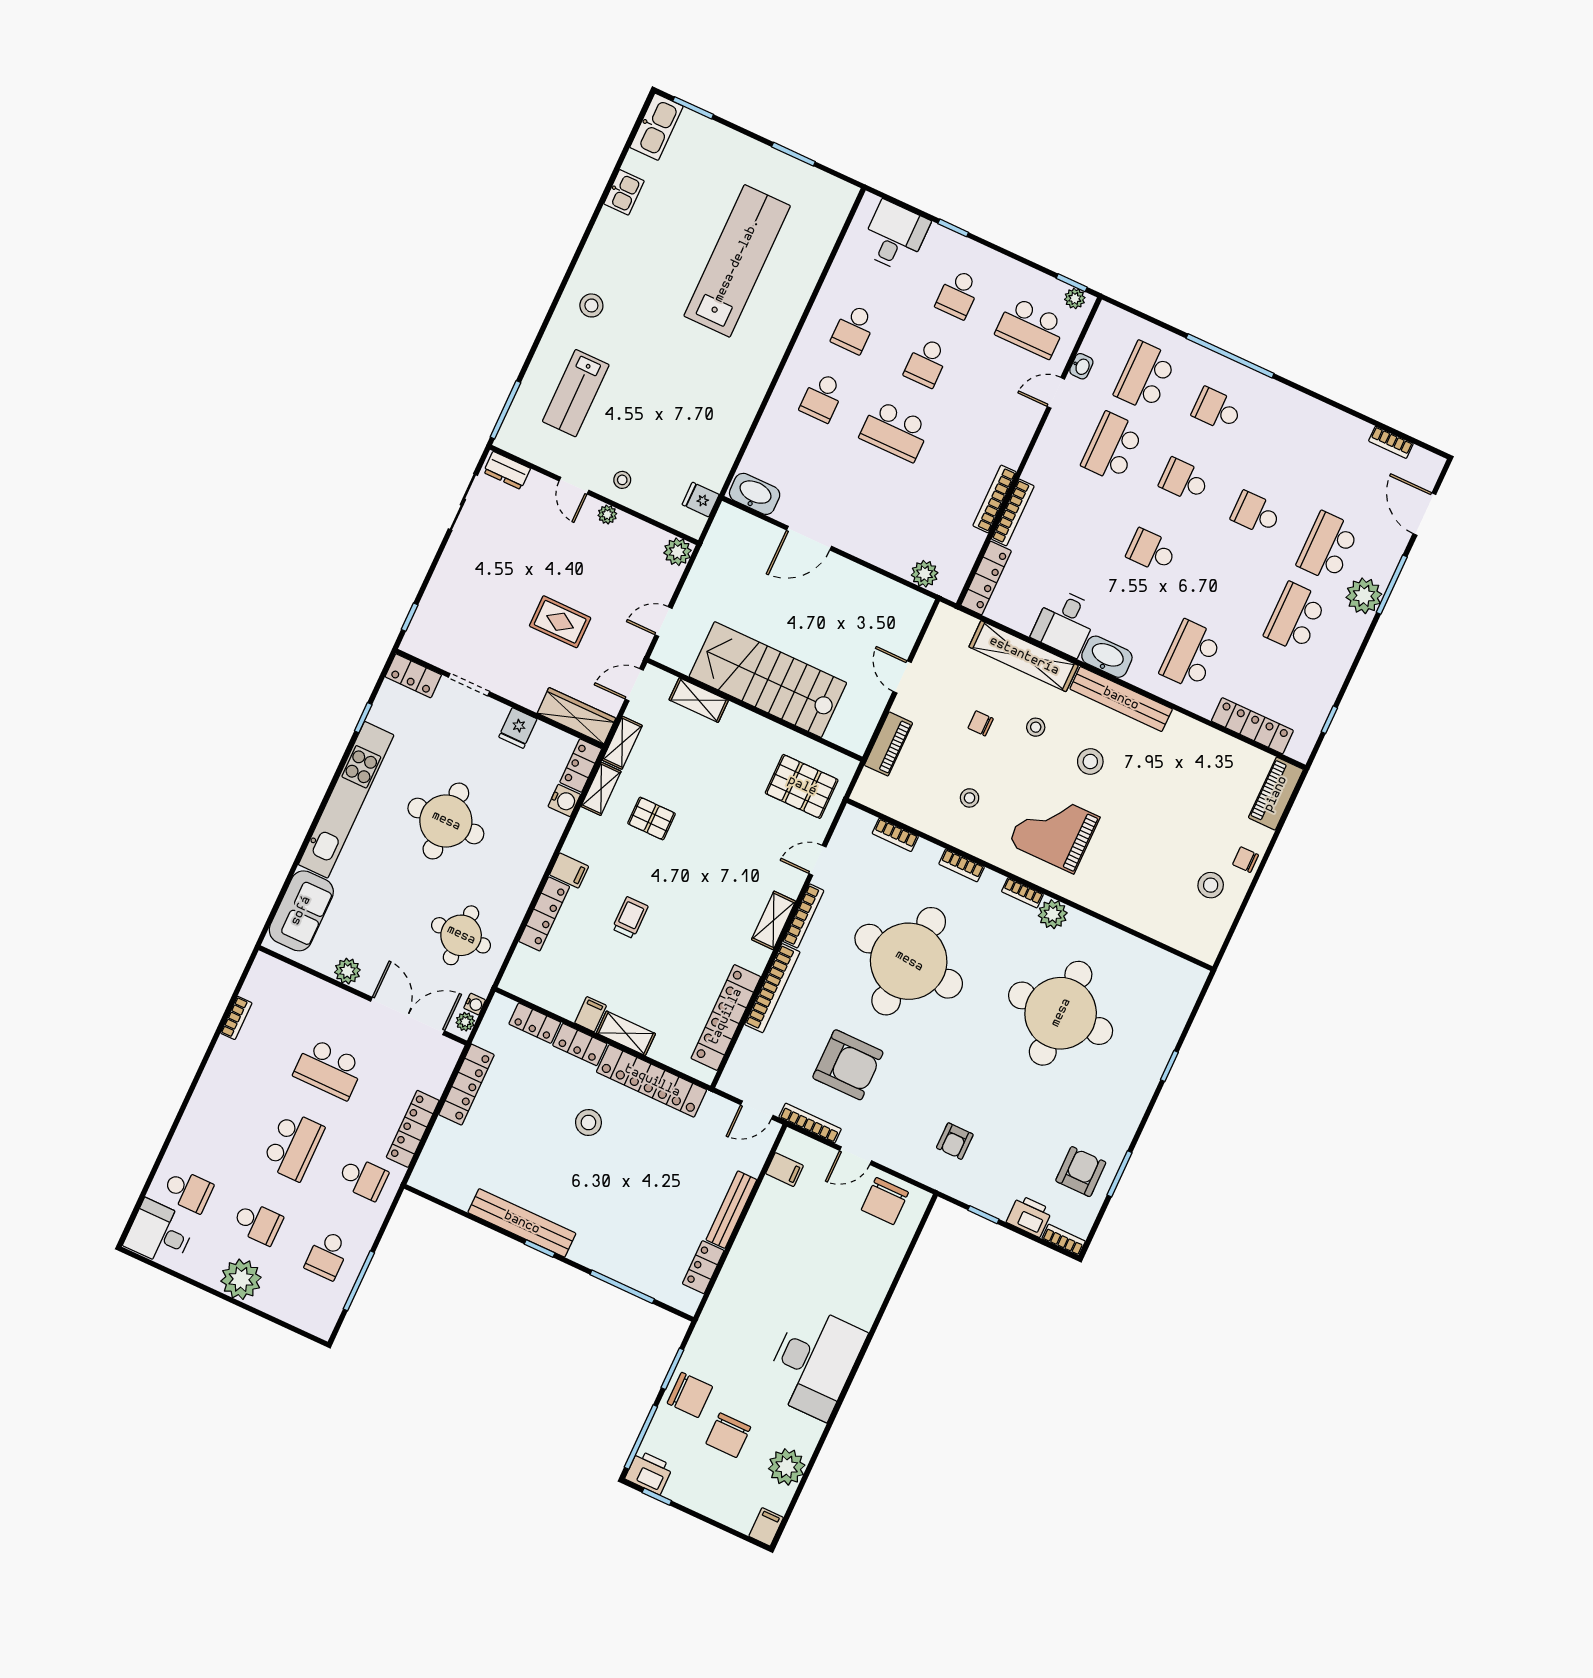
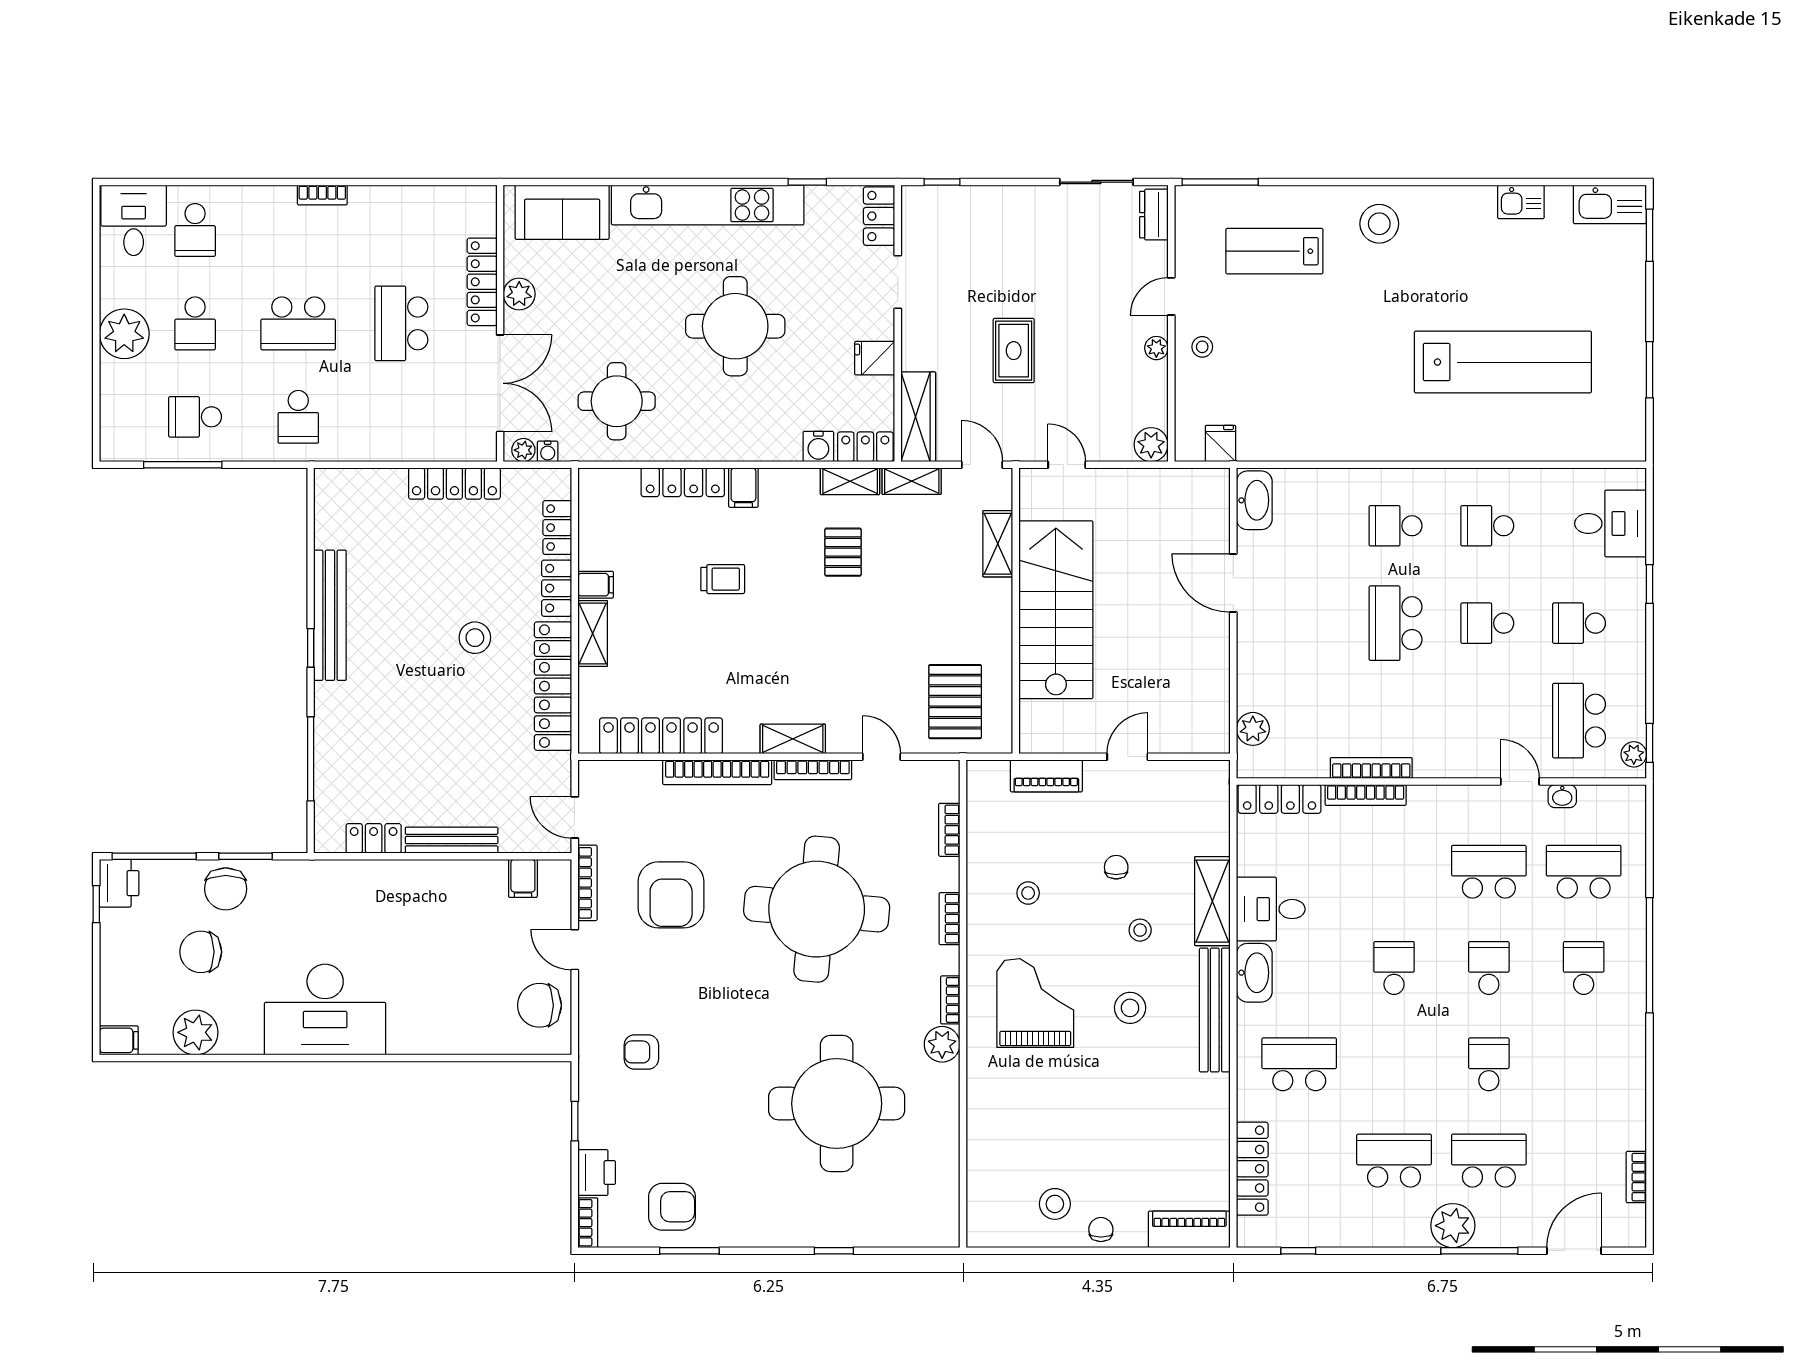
stool: (591, 305) -> (1379, 224), width x1.38, depth x1.38
shelving: (1024, 656) -> (1212, 901), width x0.68
bookcase: (236, 1018) -> (322, 195), moved
locker: (413, 1129) -> (482, 282), moved, turned -90

